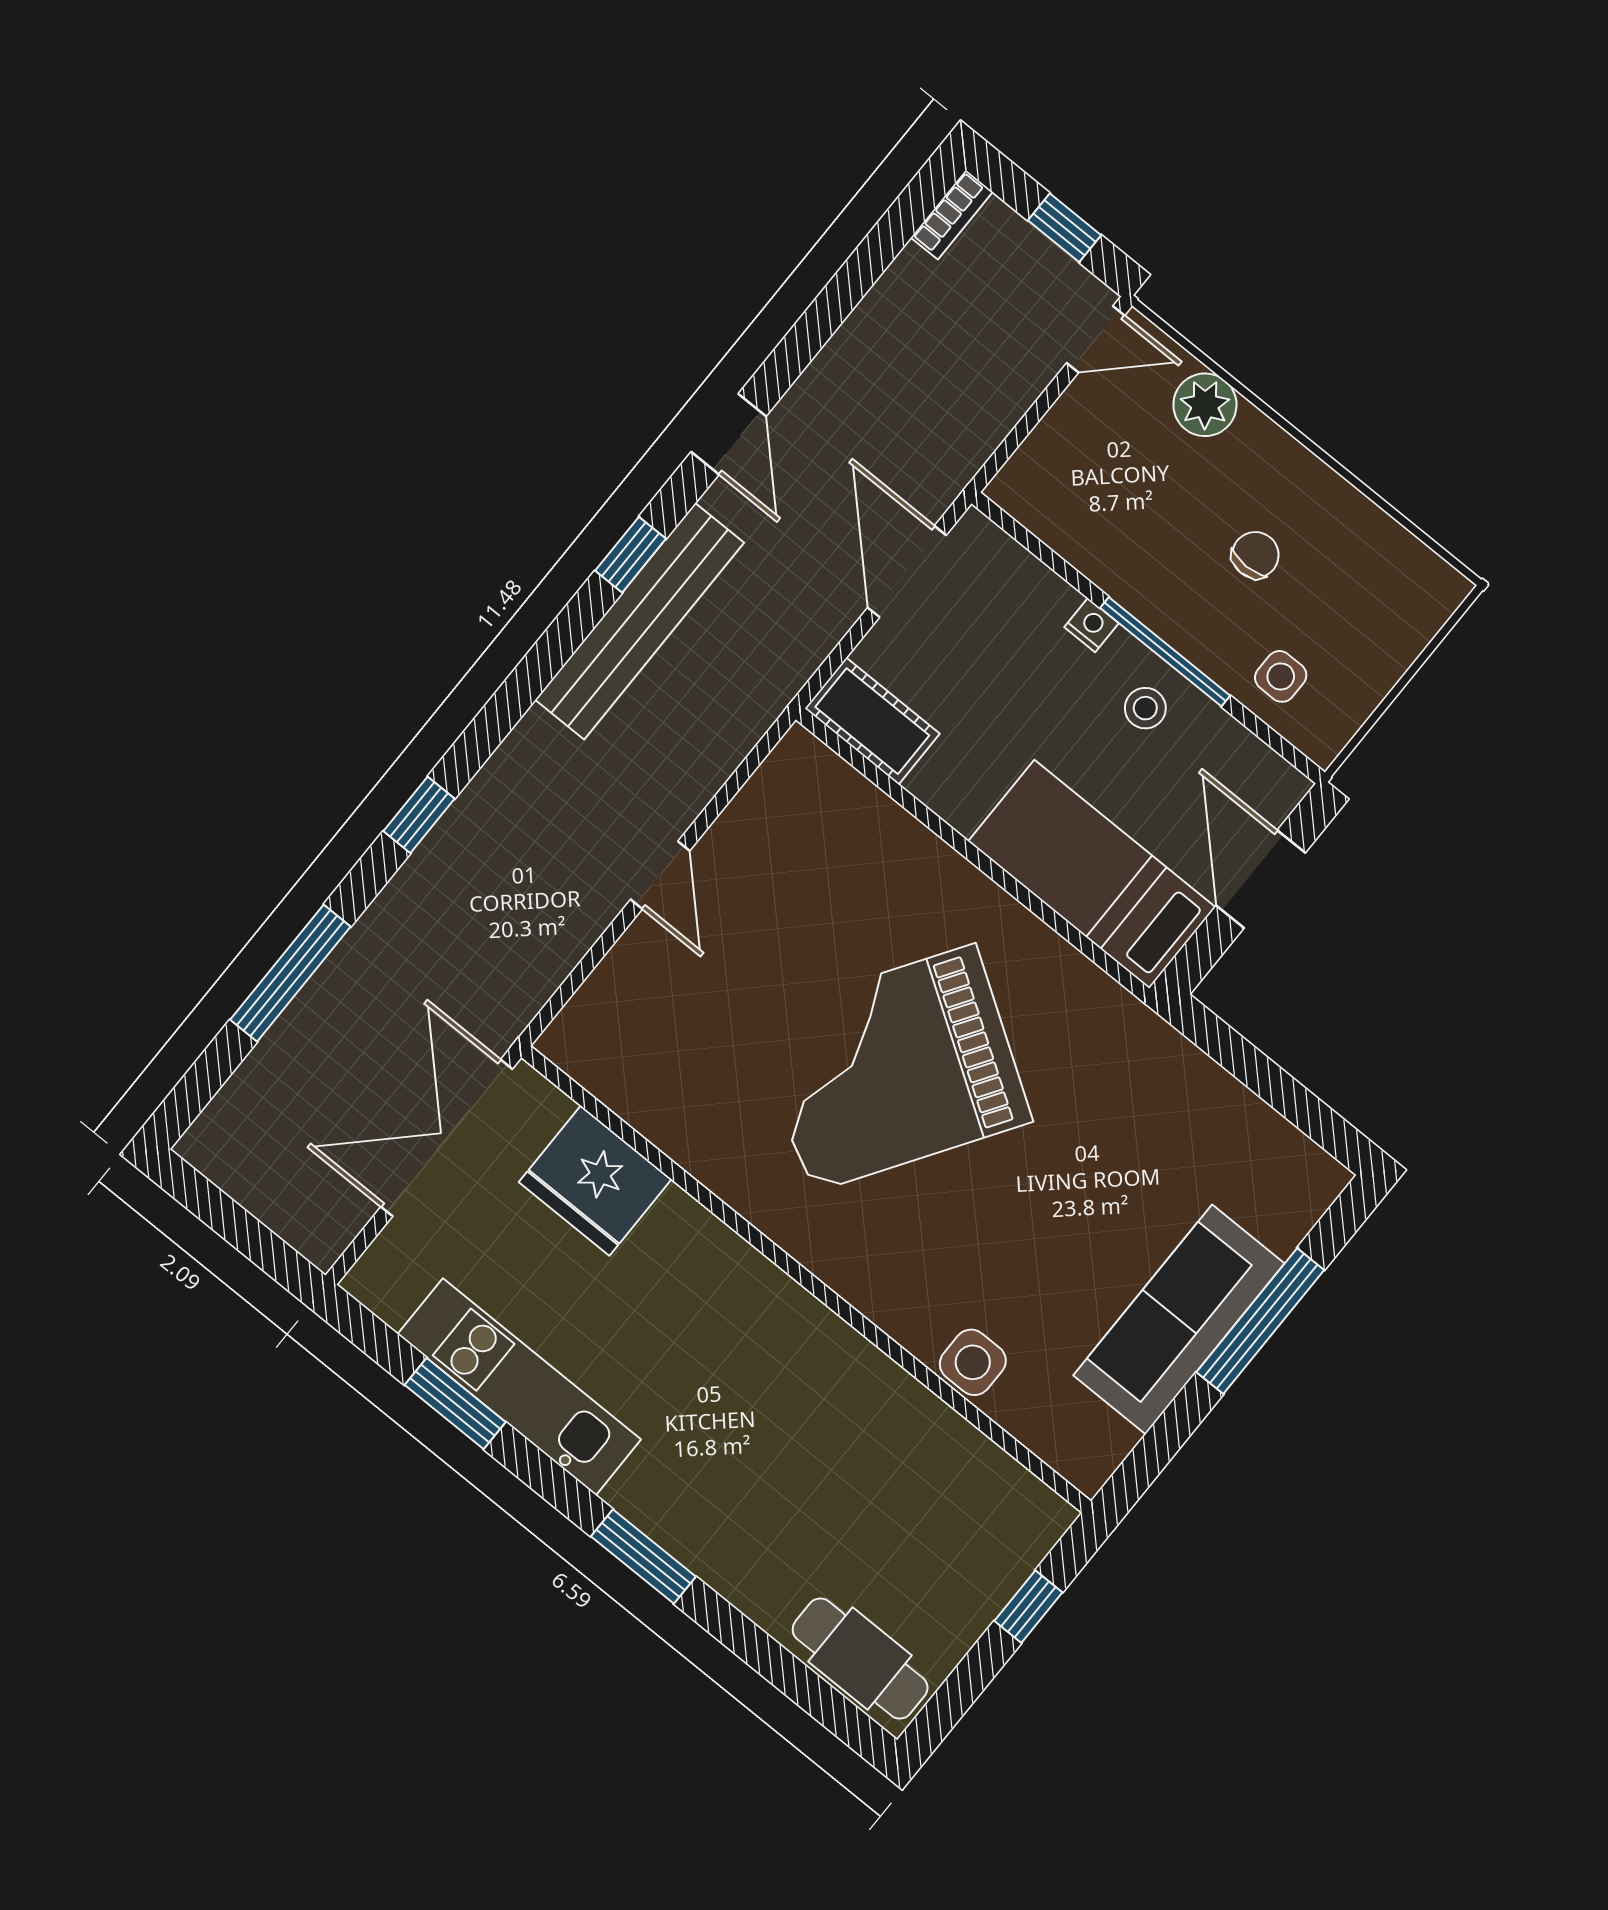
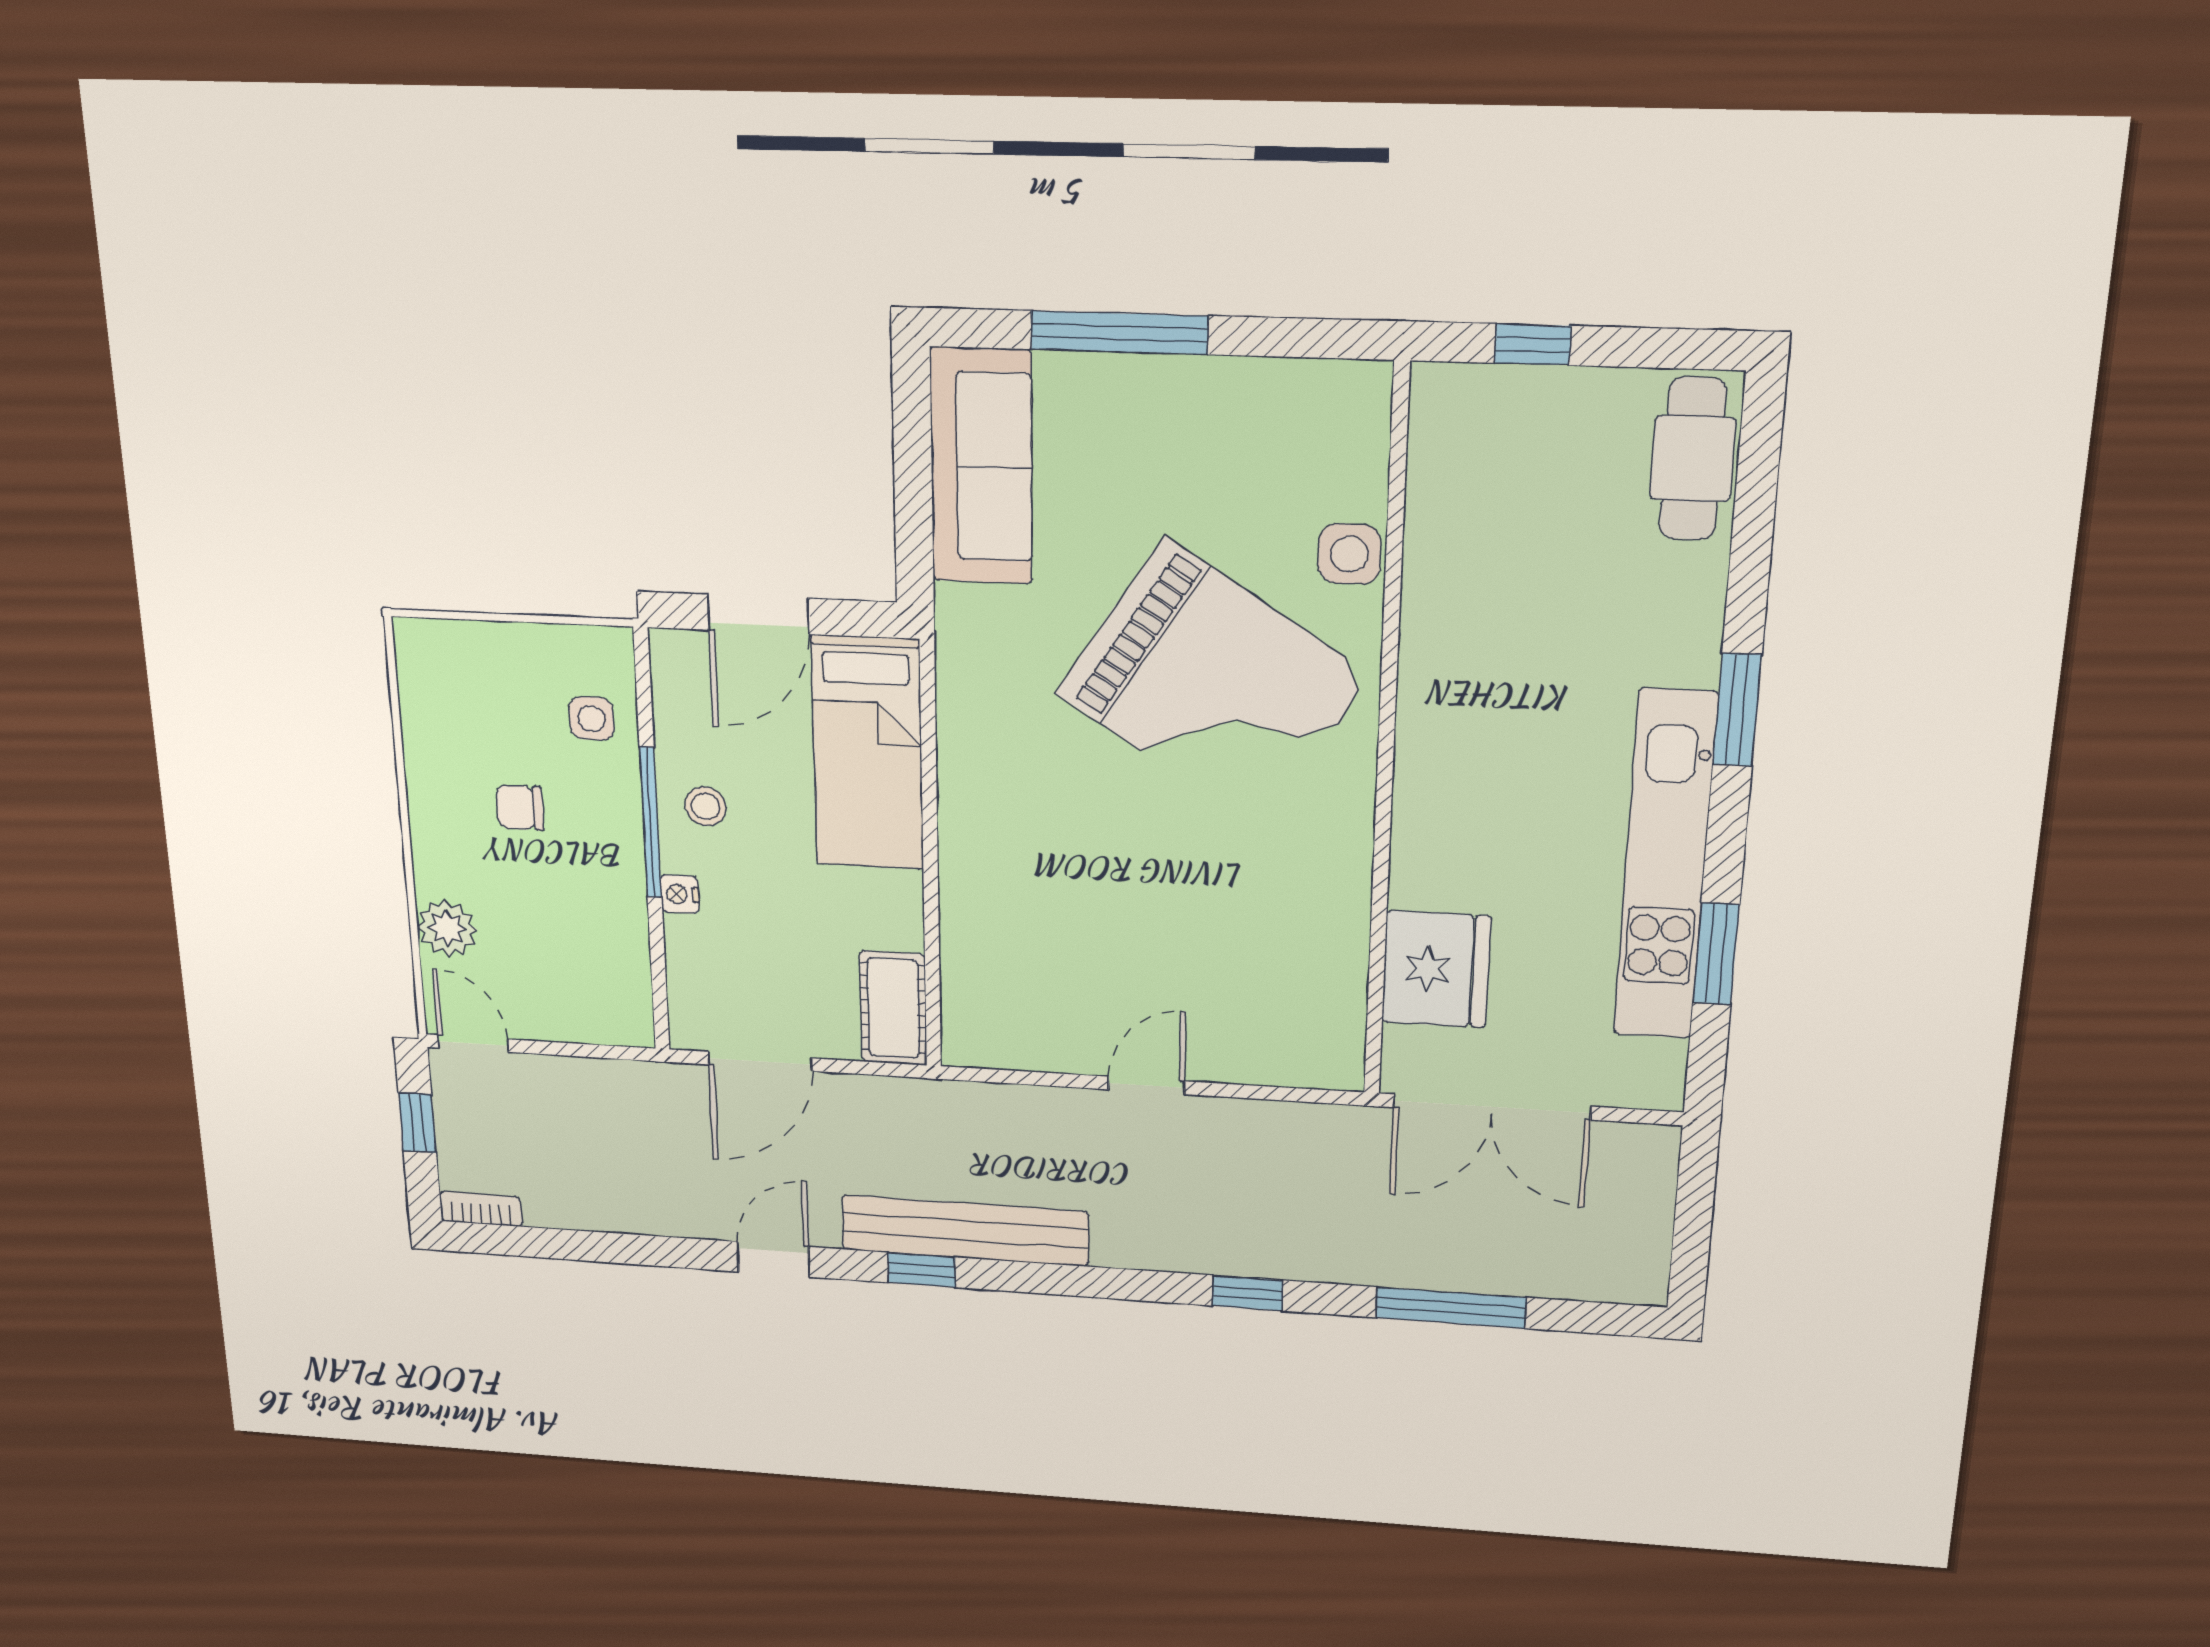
grand piano: (892, 1068) -> (1213, 685), moved
sofa: (1179, 1319) -> (981, 467), moved, turned -90
kitchen unit: (519, 1387) -> (1665, 866), width x1.36

